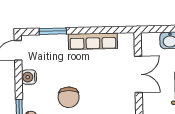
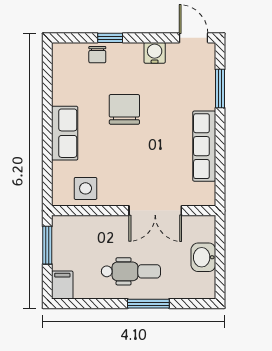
chair: (69, 97) -> (124, 109), turned 90

